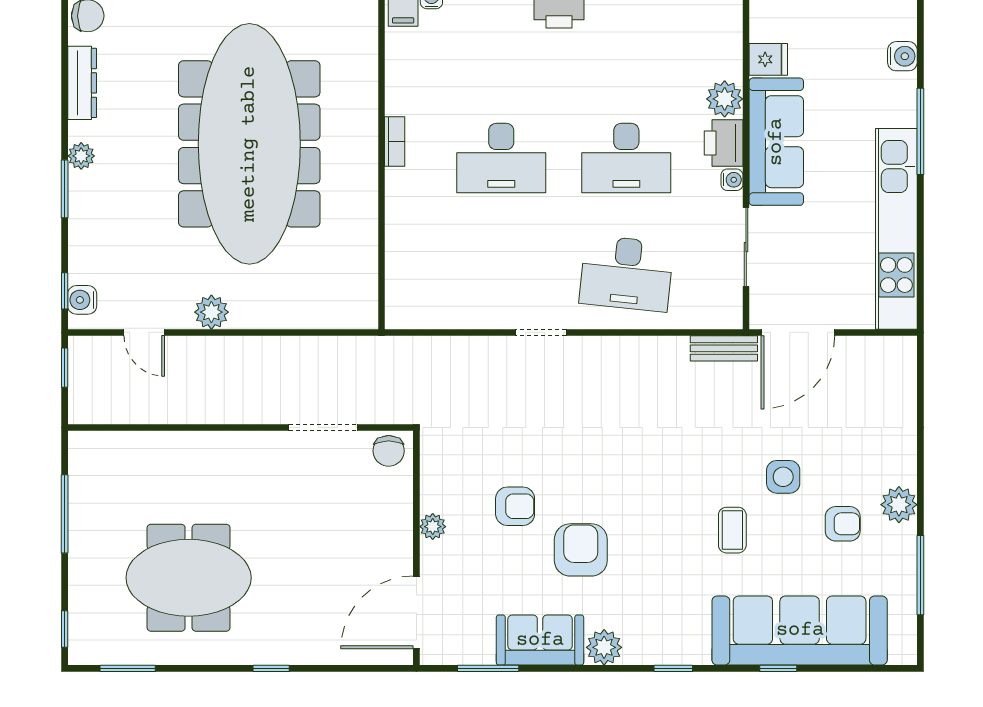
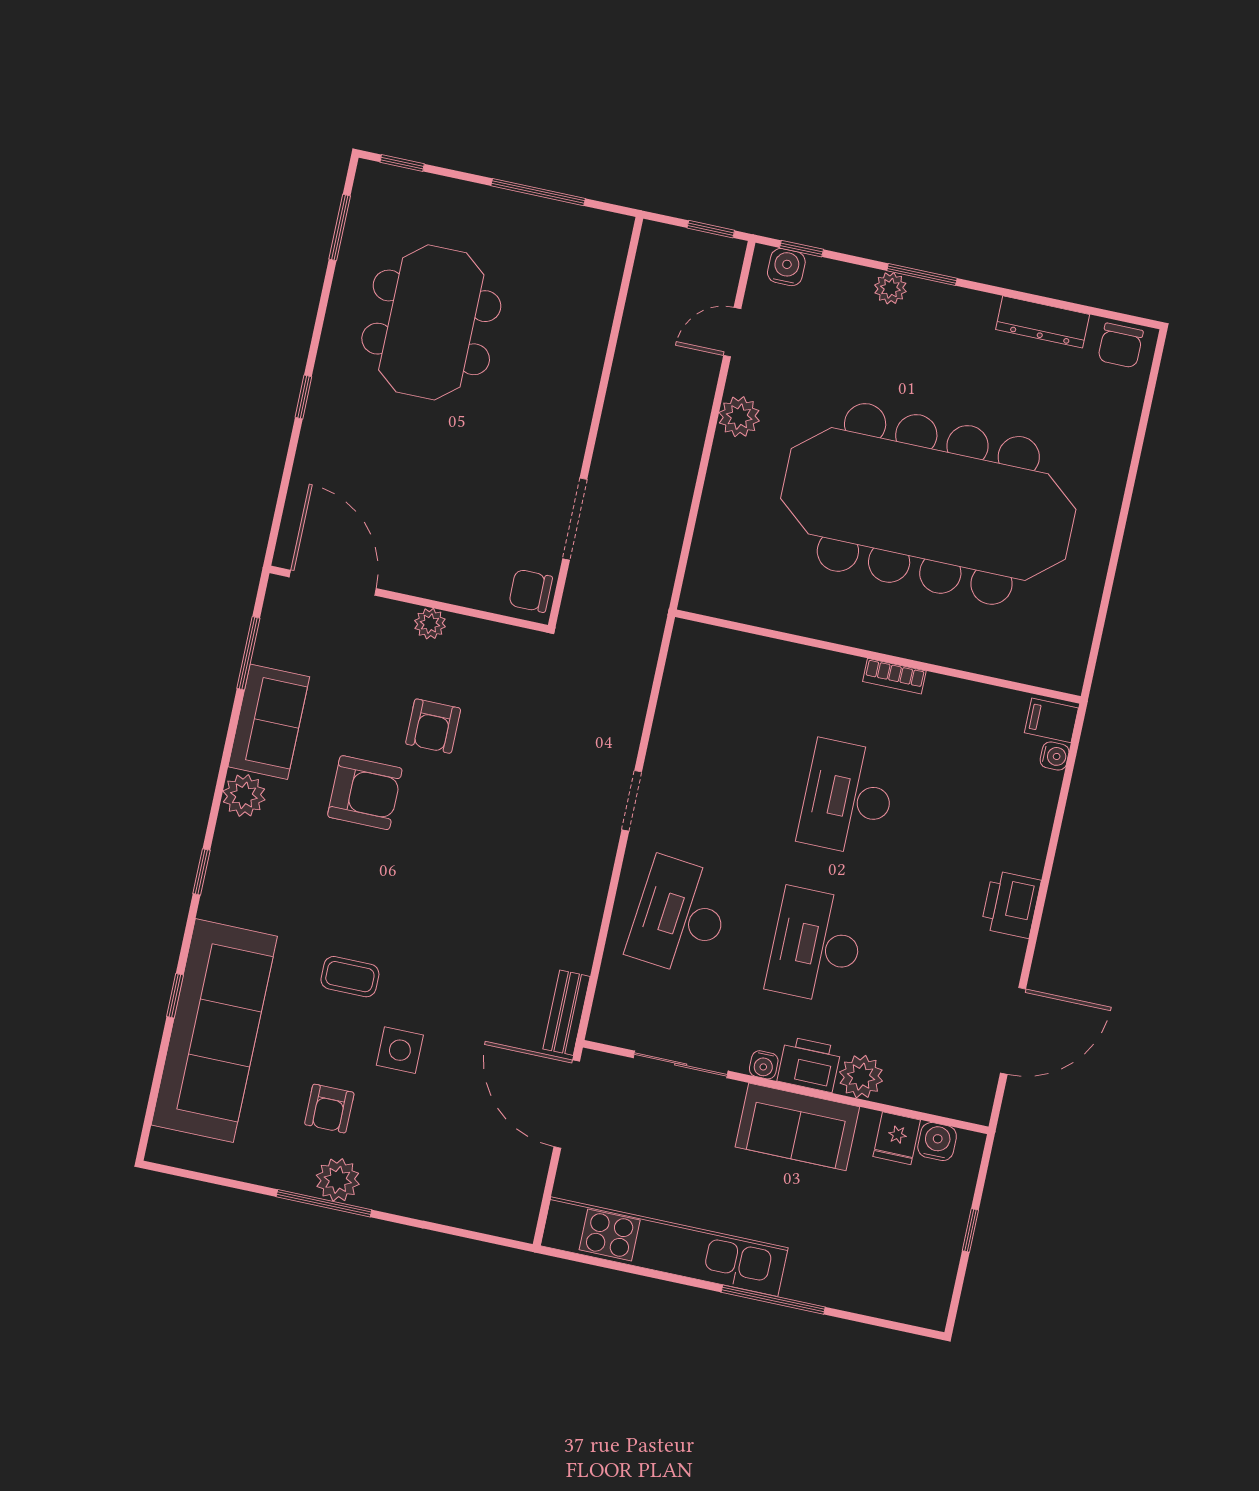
water cooler: (902, 56) -> (937, 1142), moved, turned 180
sofa: (776, 142) -> (797, 1127), width x0.73
plant: (81, 156) -> (890, 288), moved
window: (920, 575) -> (324, 1203), moved

